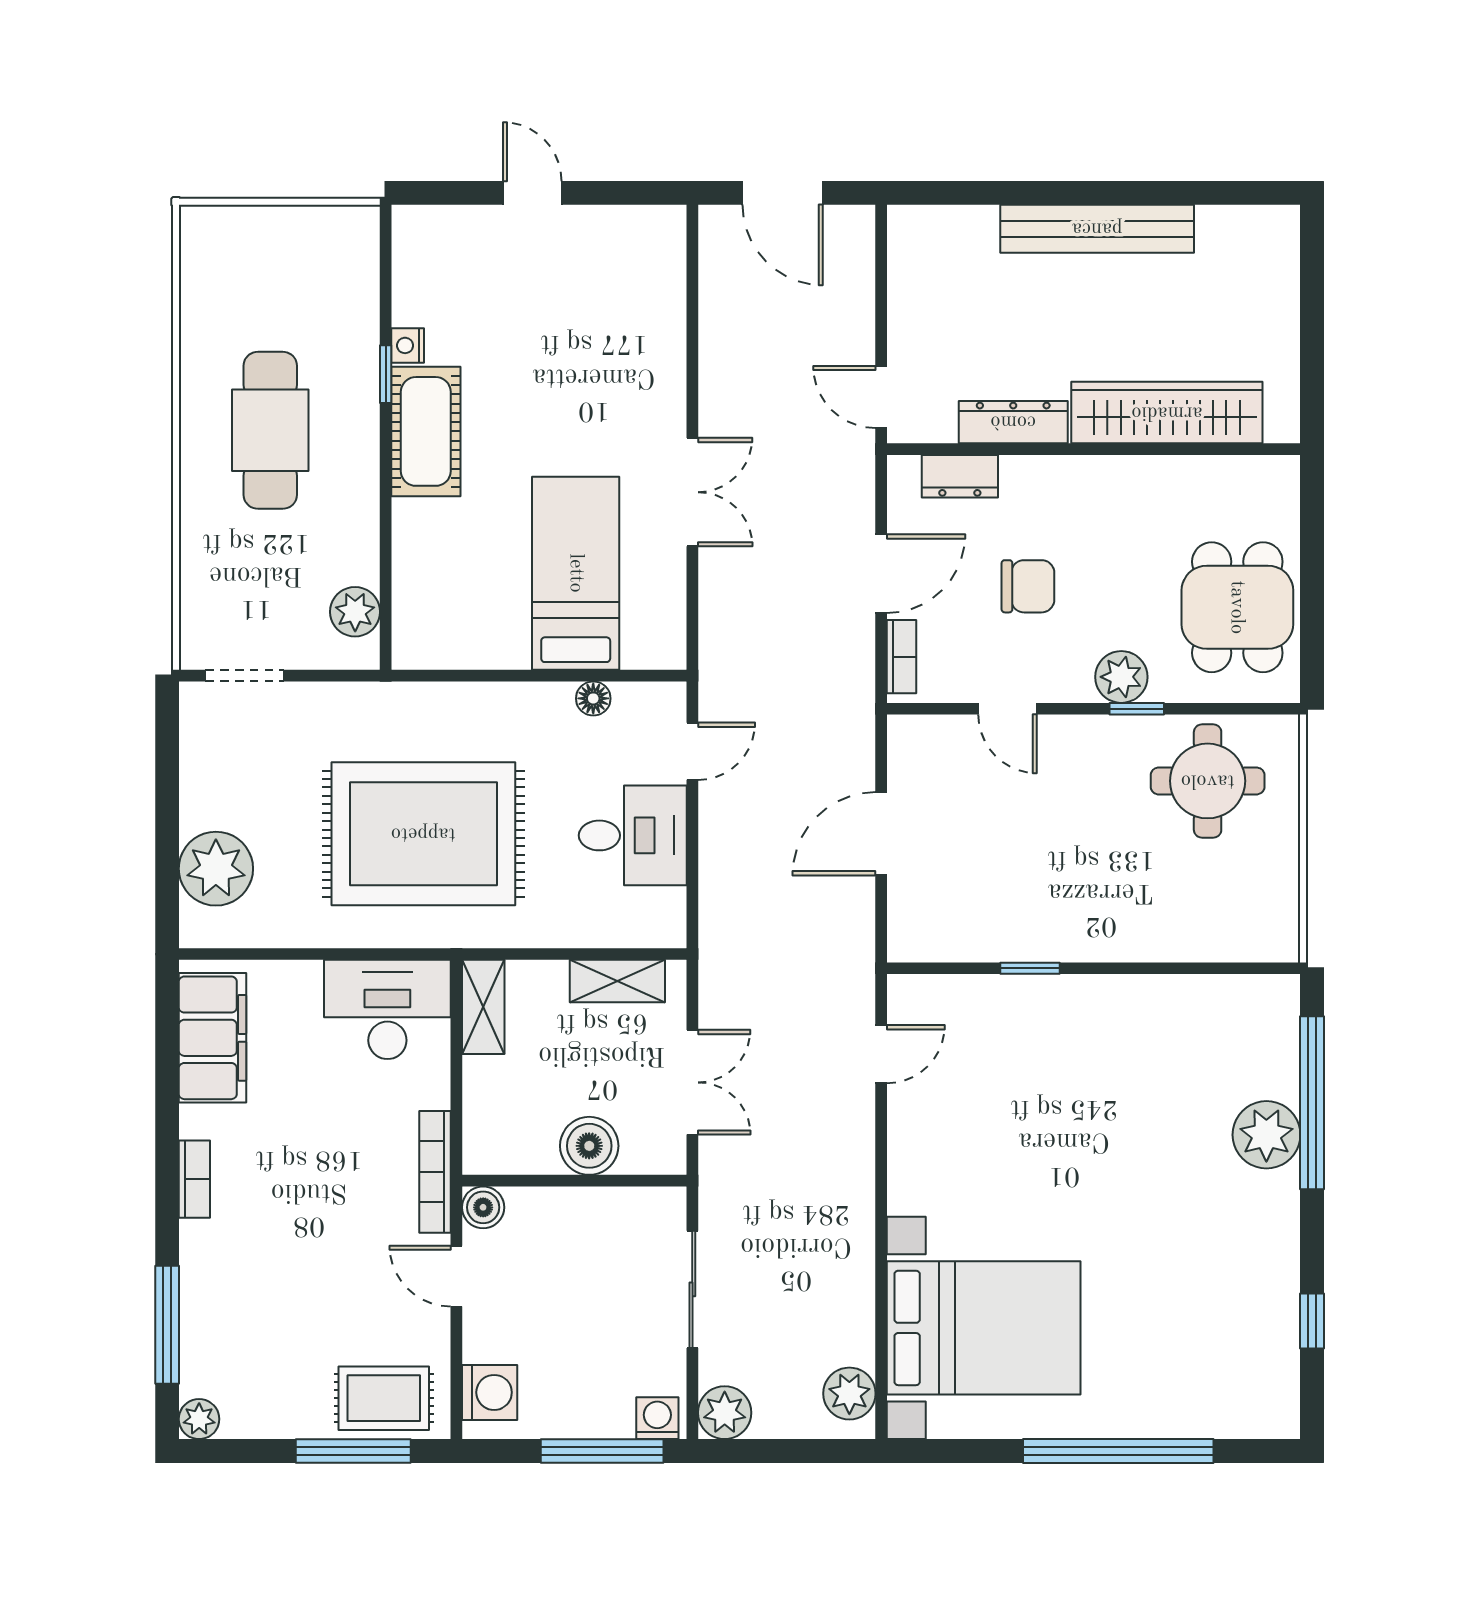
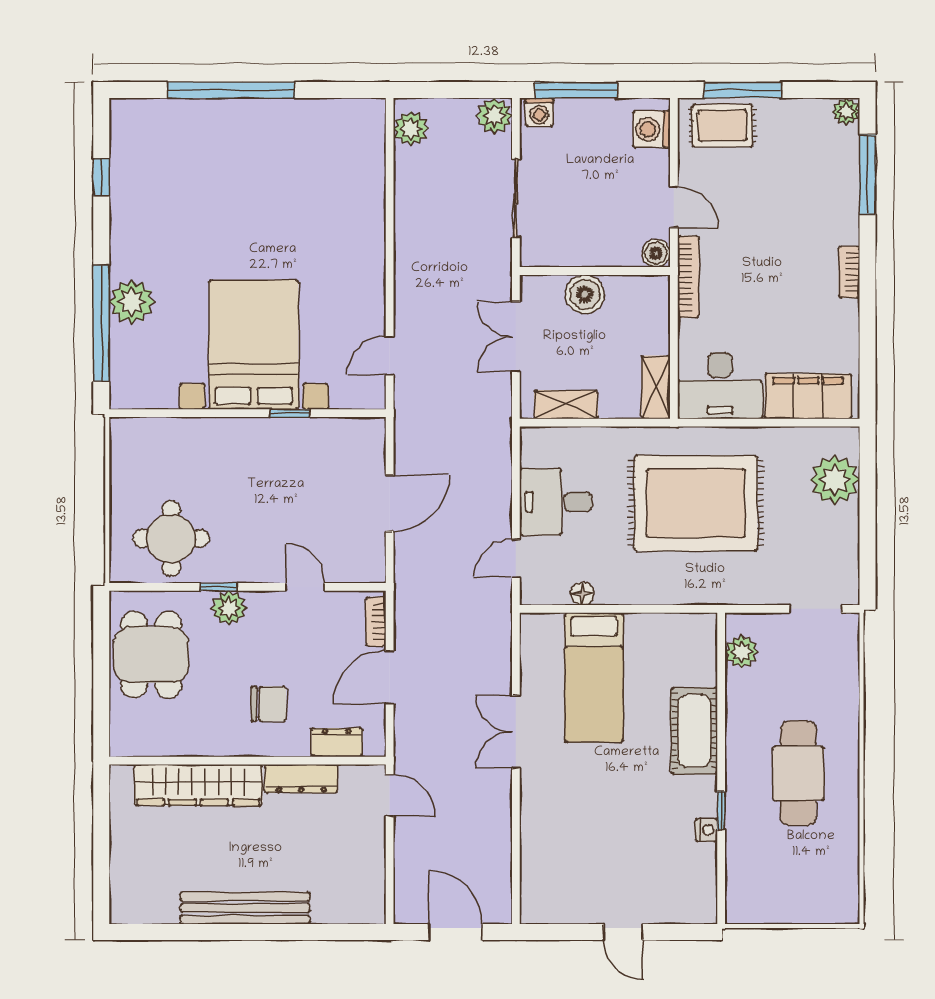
cot: (426, 431) -> (694, 731), moved
chair: (1028, 586) -> (269, 704), moved, turned 180
filing cabinet: (213, 1038) -> (808, 396), moved, turned 90
bed with nightstands: (984, 1328) -> (254, 345), moved, turned 90

